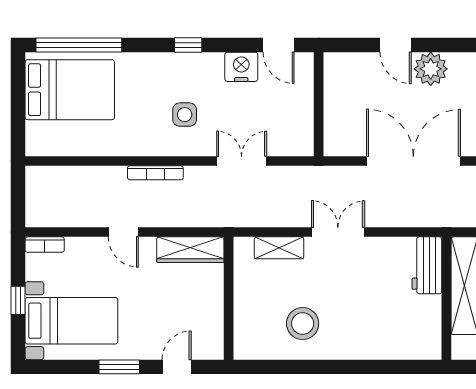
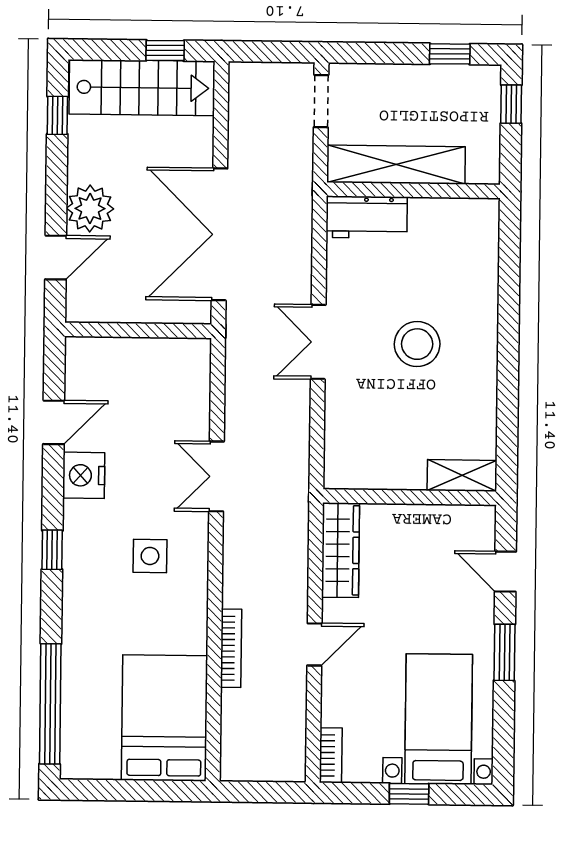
bed: (70, 90) -> (164, 718), moved
wall: (319, 104) -> (138, 330), moved
bookcase: (155, 173) -> (231, 648), moved
shelving: (279, 248) -> (462, 475), moved, turned 90
stool: (303, 324) -> (417, 344), moved

